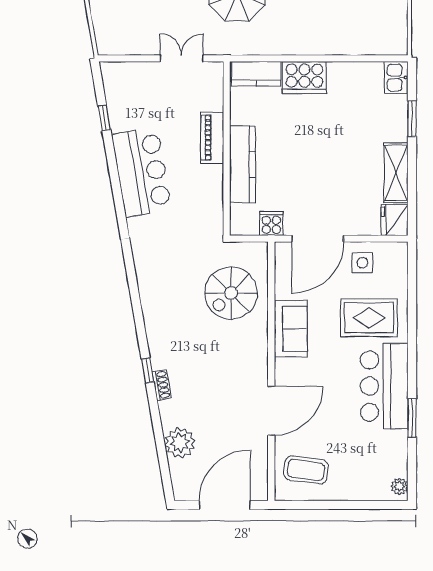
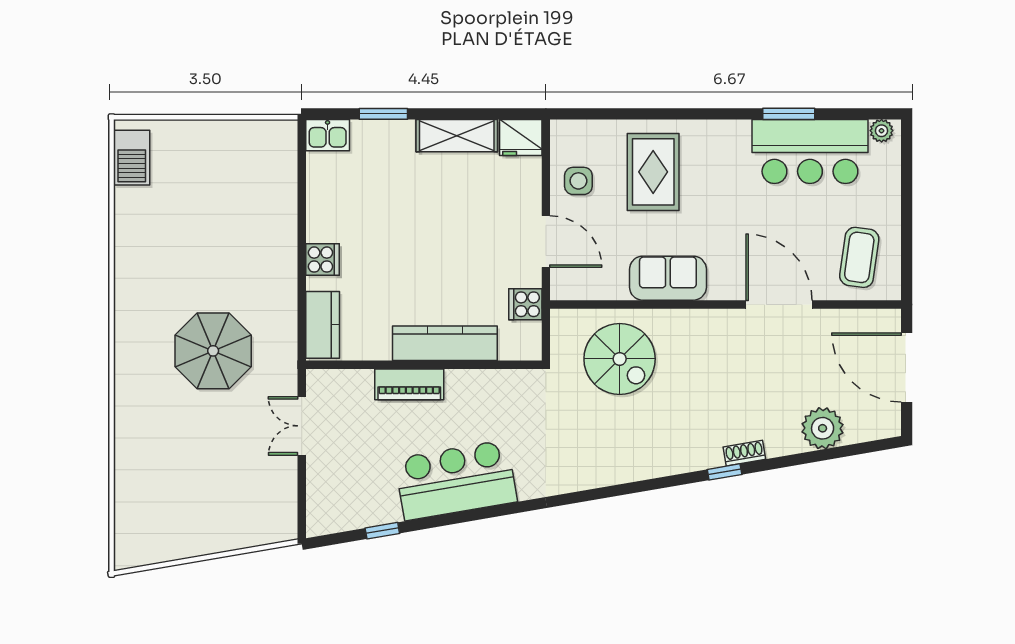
cooker: (304, 78) -> (322, 260), width x0.53, depth x0.76
door: (318, 239) -> (546, 242), width x0.73
bar counter: (384, 386) -> (810, 151), moved

